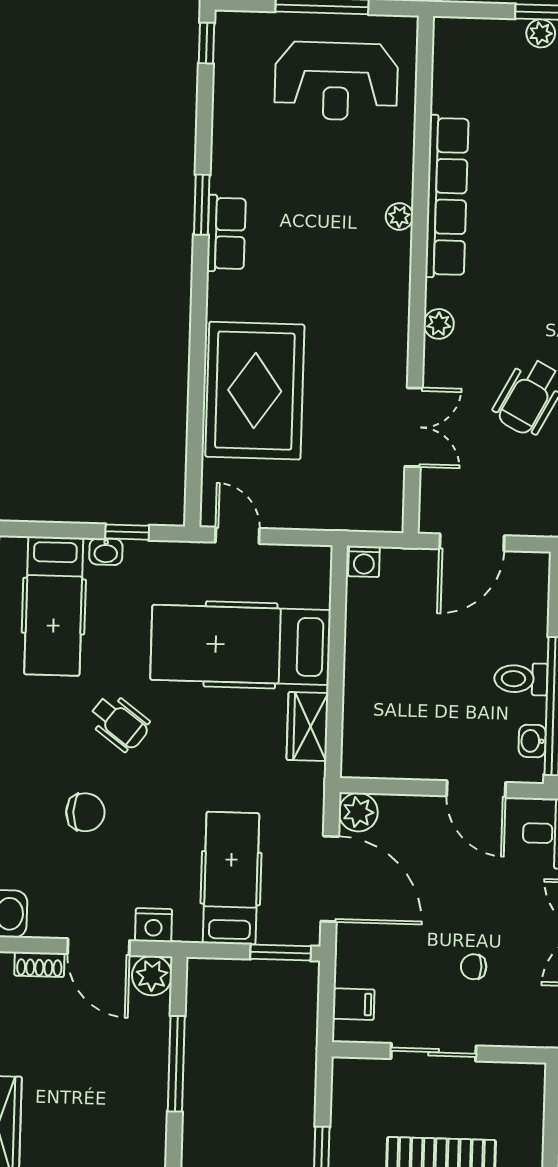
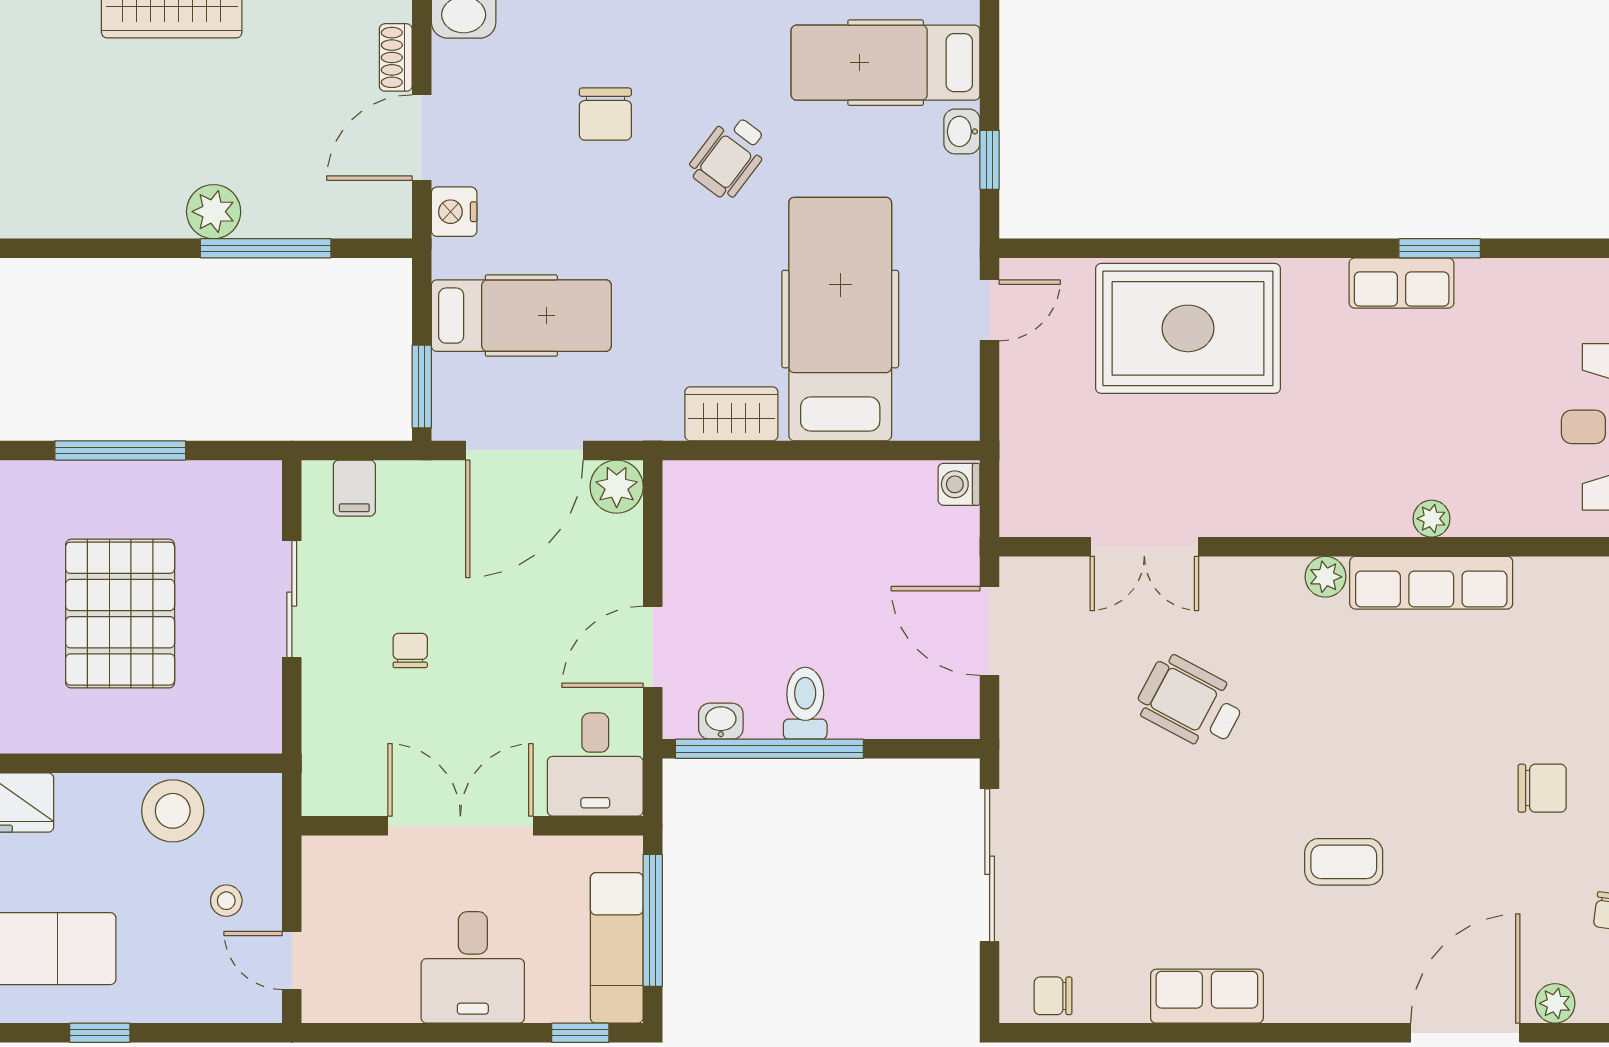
row of seats: (447, 196) -> (1431, 583), width x0.73
plant: (439, 324) -> (1325, 577), moved
plant: (152, 976) -> (214, 212), moved

